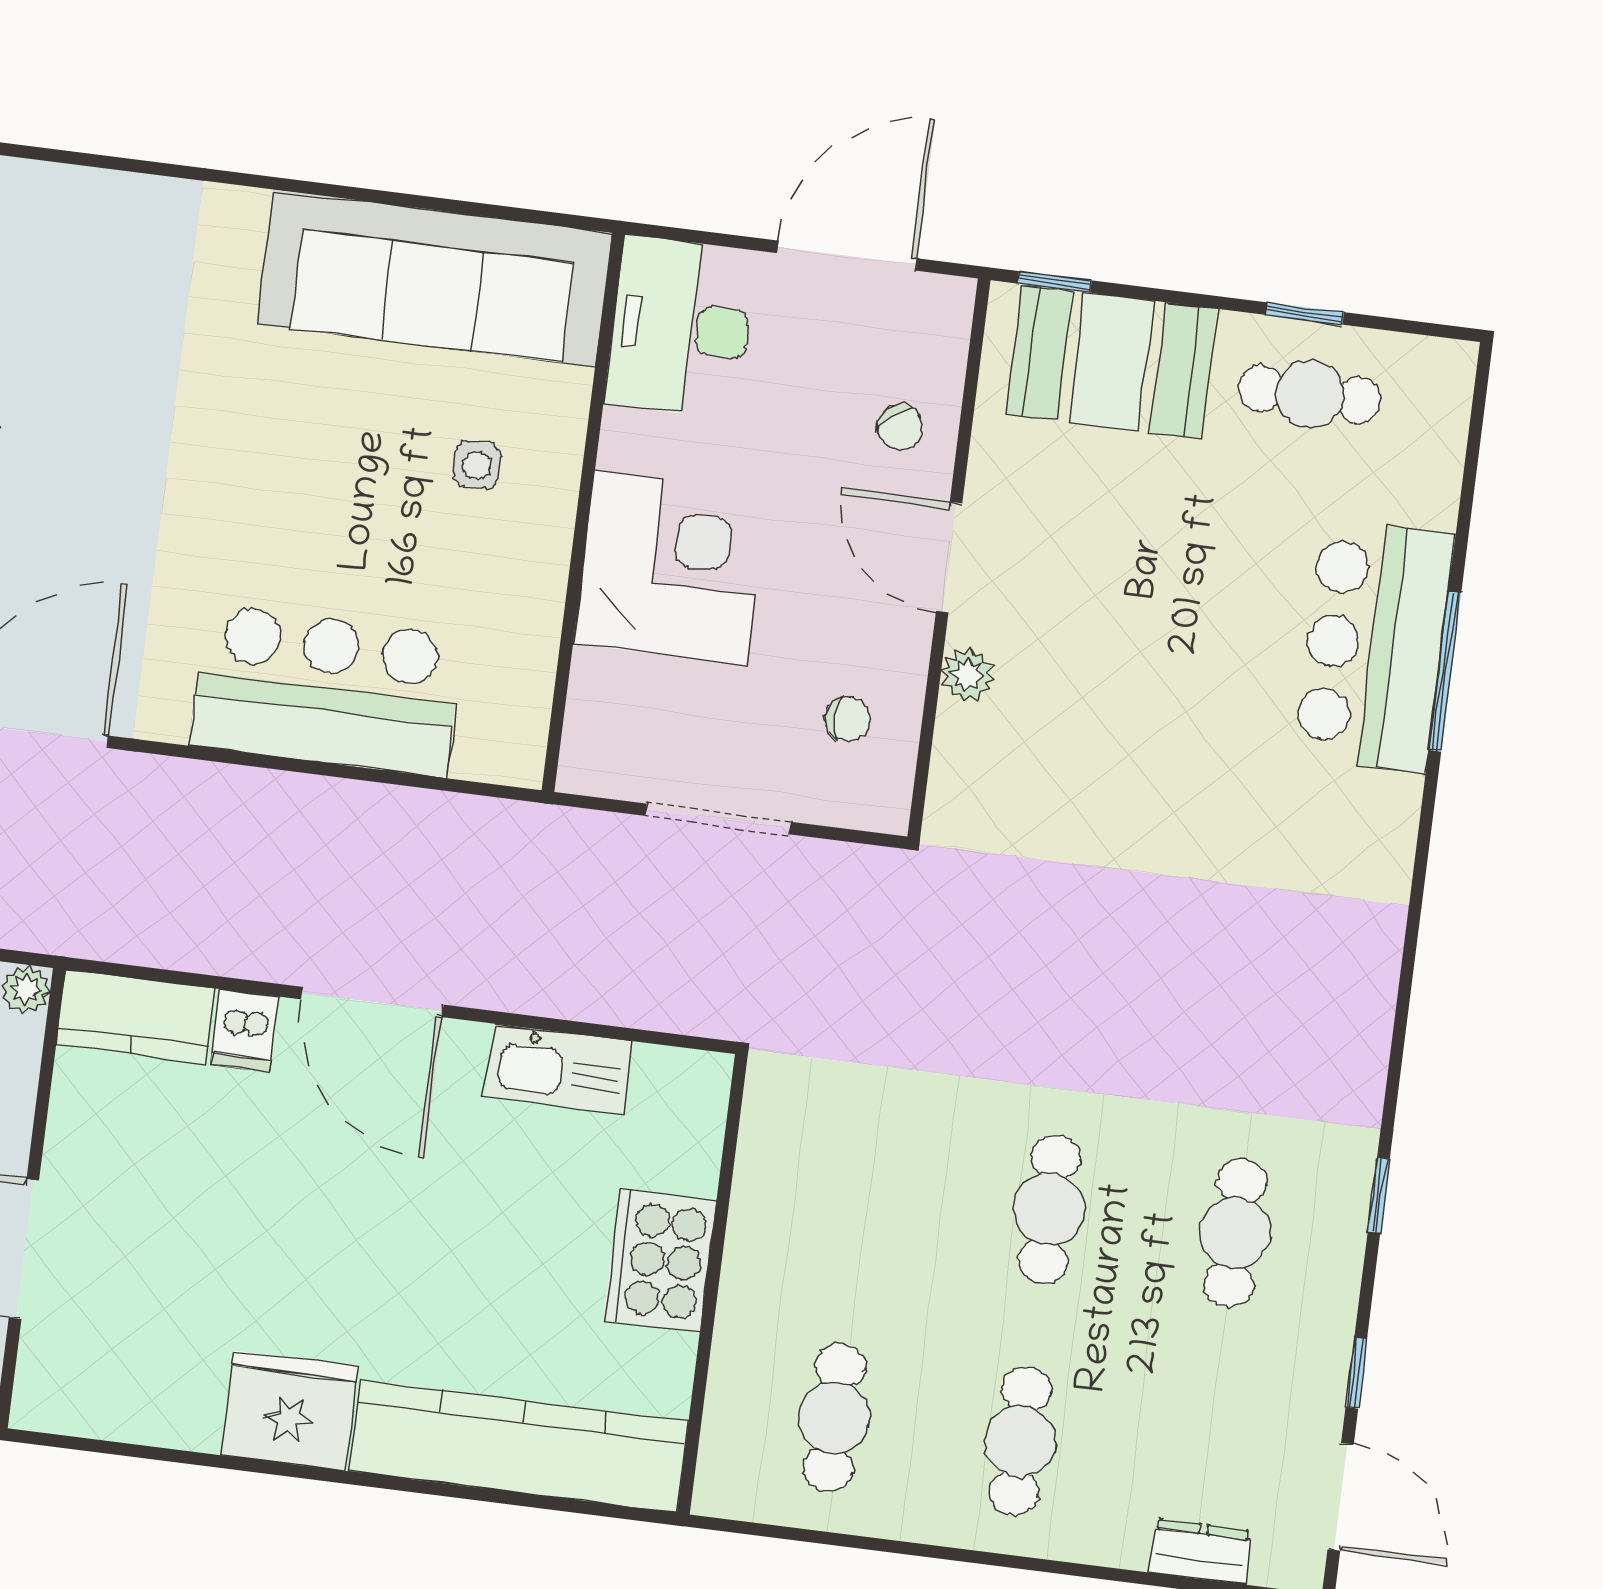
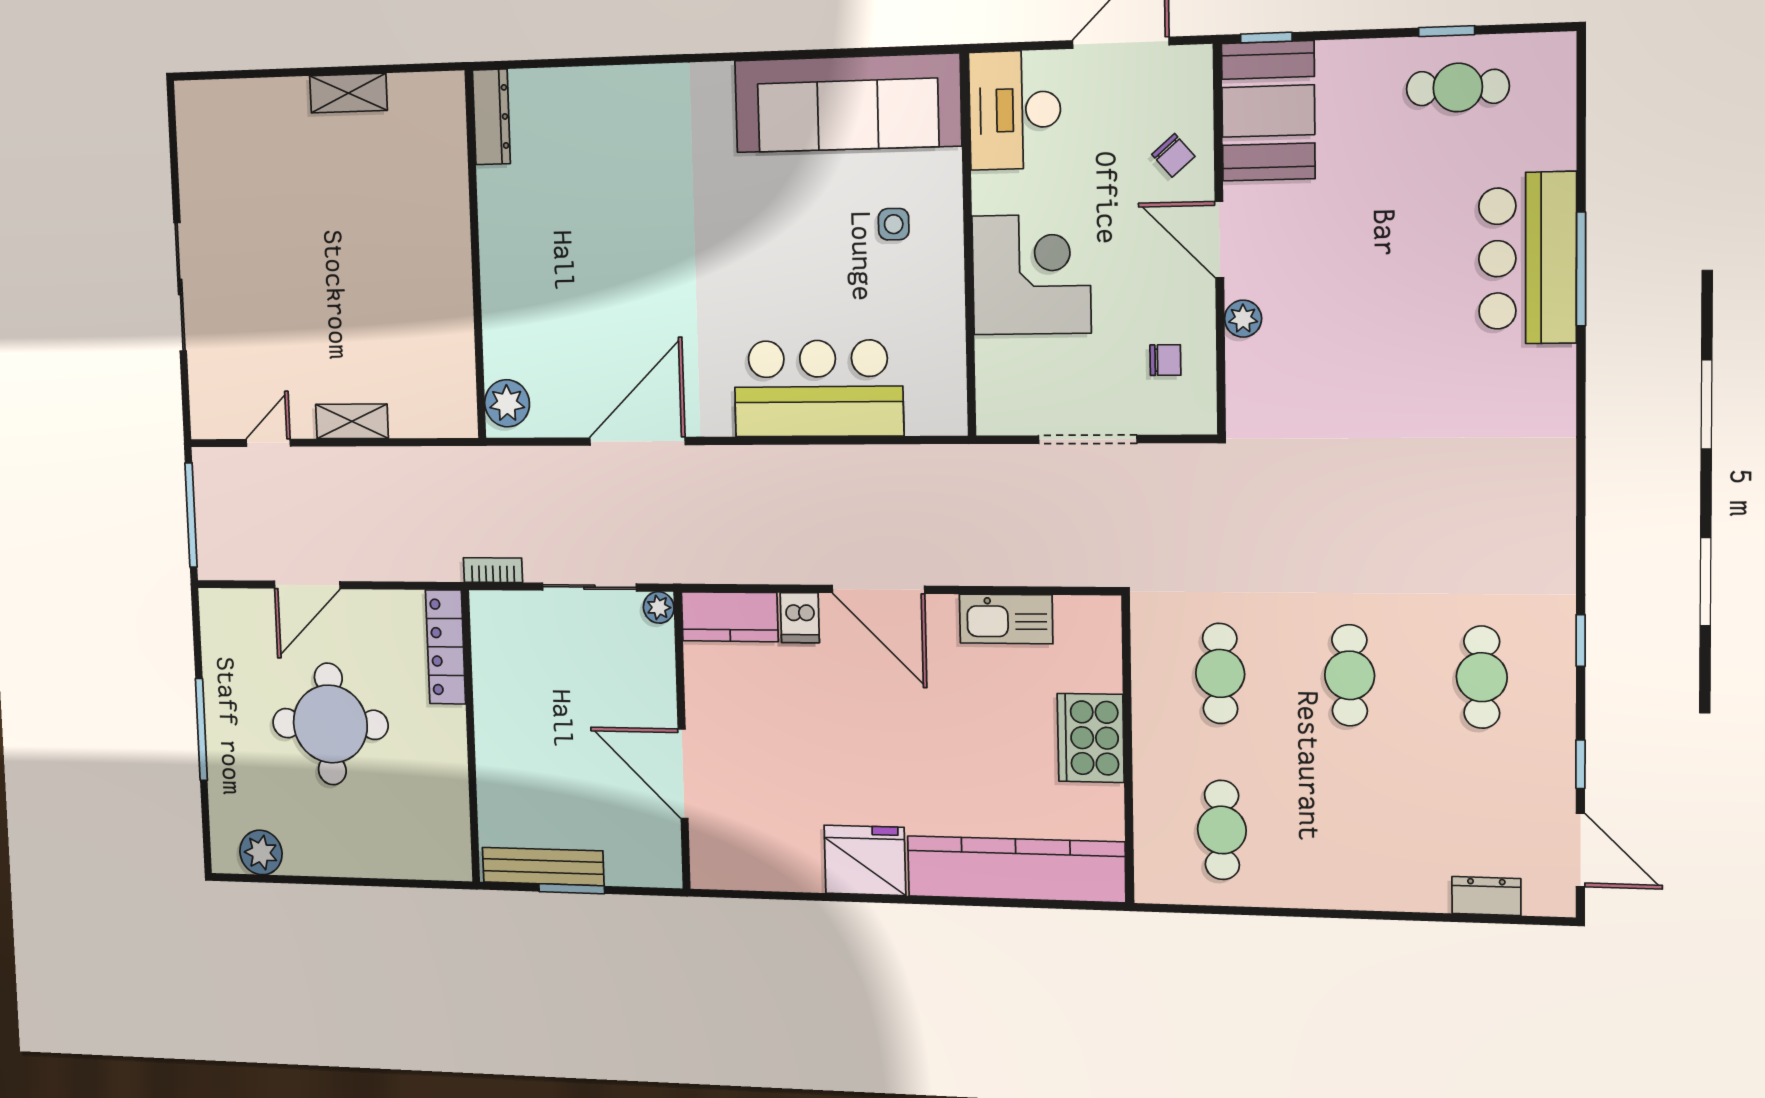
booth: (1111, 362) -> (1268, 111), moved, turned 90
cafe table: (1020, 1441) -> (1220, 673), moved

